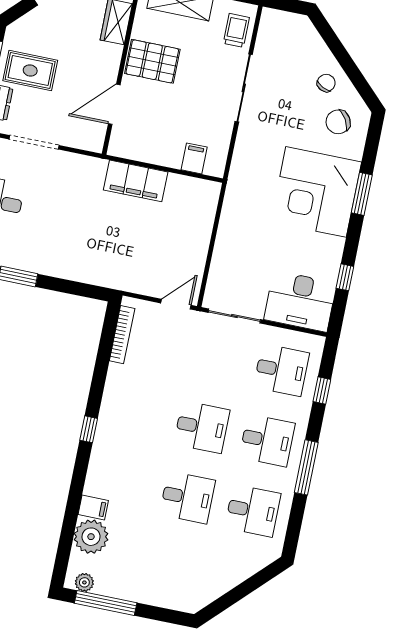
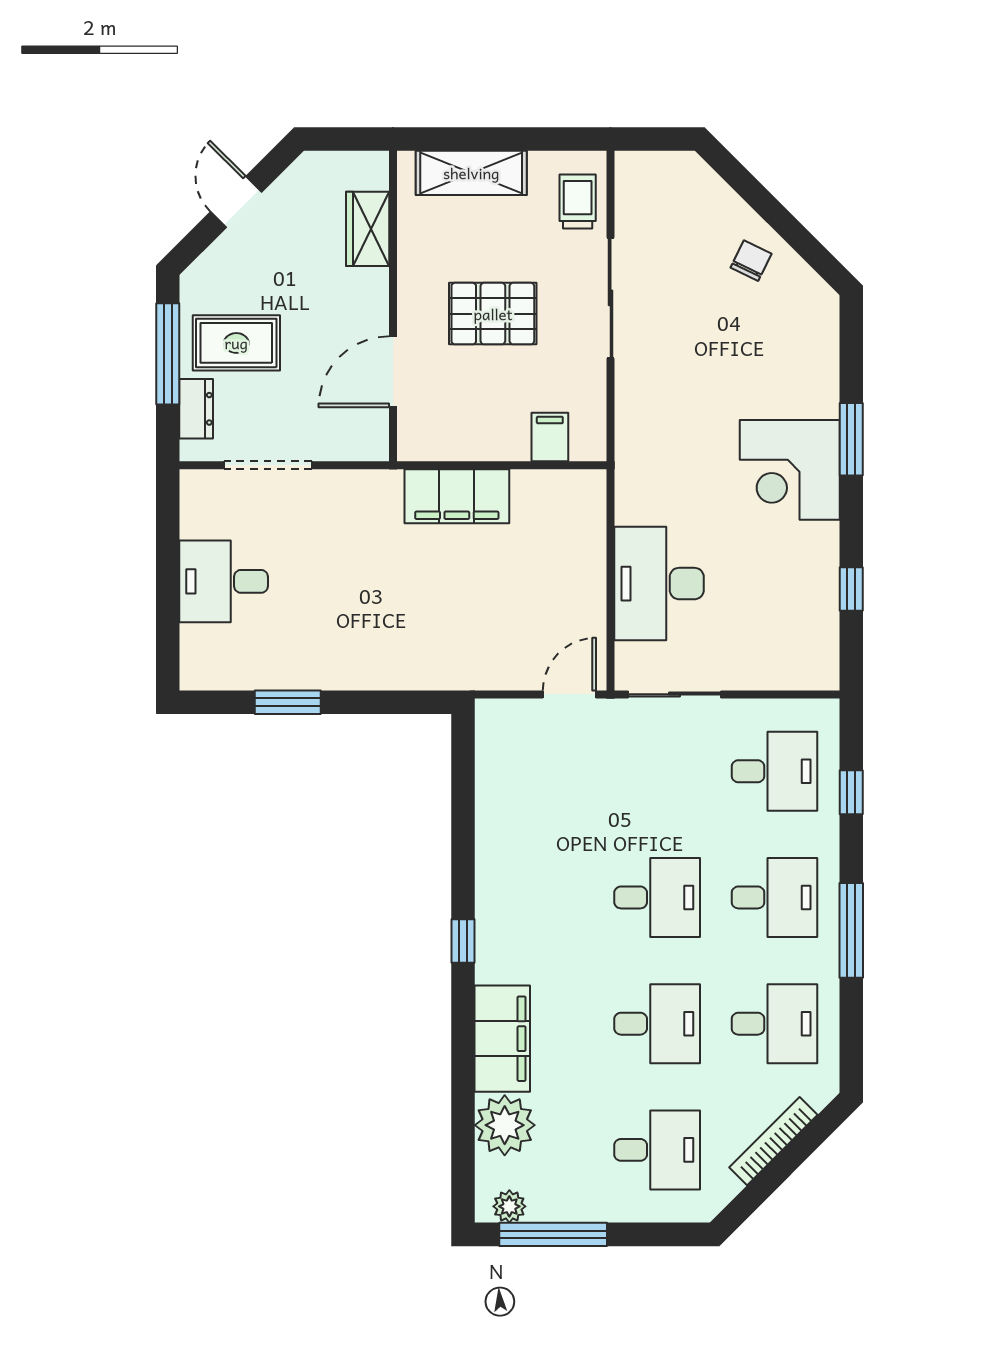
pallet: (152, 61) -> (493, 314), moved
chair: (338, 122) -> (785, 323), removed
corner desk: (316, 192) -> (790, 470), width x0.74, depth x0.74
desk: (300, 301) -> (659, 584), moved, turned 90
bookcase: (122, 335) -> (773, 1141), moved, turned -135
filing cabinet: (93, 508) -> (502, 1039), width x3.00, depth x1.17
desk: (173, 568) -> (657, 1150), added

